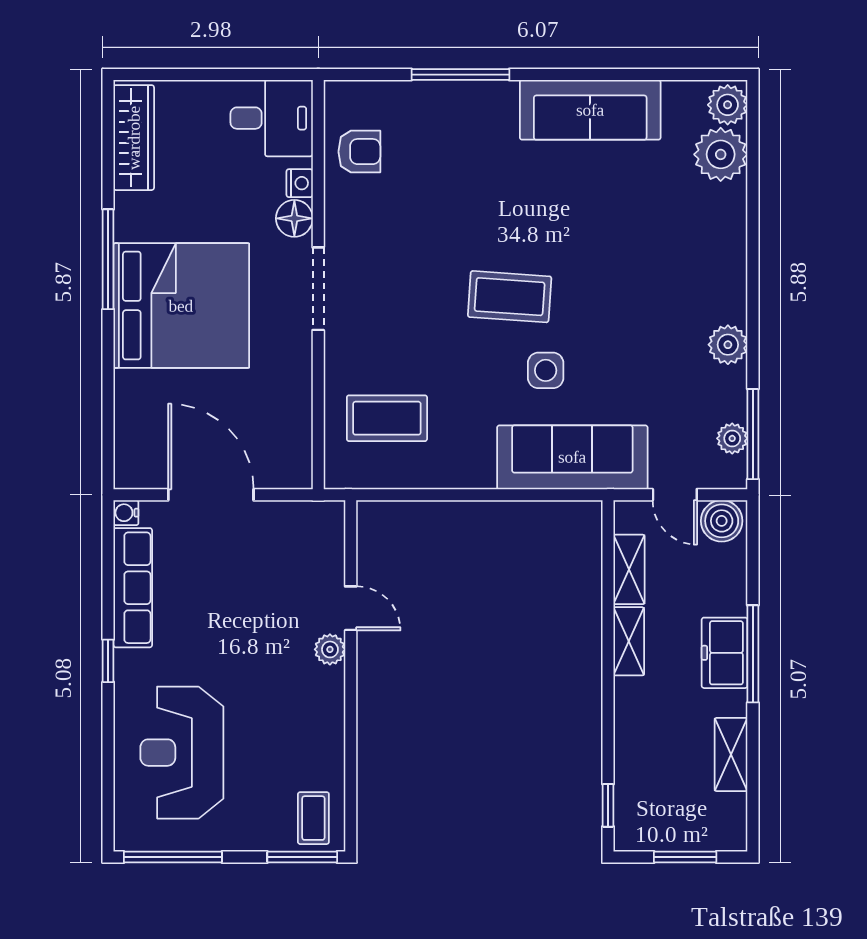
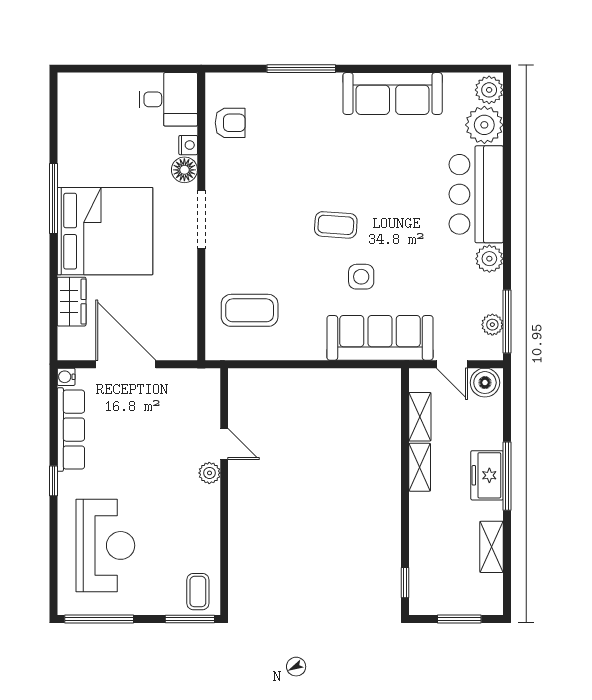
wardrobe: (134, 138) -> (72, 302), moved, width x0.67
bar counter: (709, 253) -> (476, 194), added
coffee table: (510, 297) -> (336, 225), width x0.73, depth x0.77
reception desk: (182, 753) -> (105, 545), turned 180

